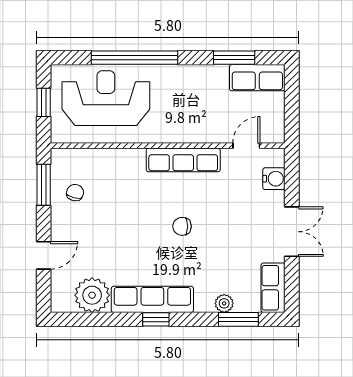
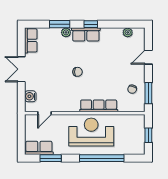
reception desk: (106, 98) -> (91, 132), moved, turned 180
row of seats: (183, 160) -> (99, 106), moved
plant: (92, 295) -> (128, 32), width x0.53, depth x0.53
row of seats: (152, 299) -> (86, 34), width x0.68
plant: (224, 303) -> (66, 32), moved
window: (238, 319) -> (60, 24), moved

